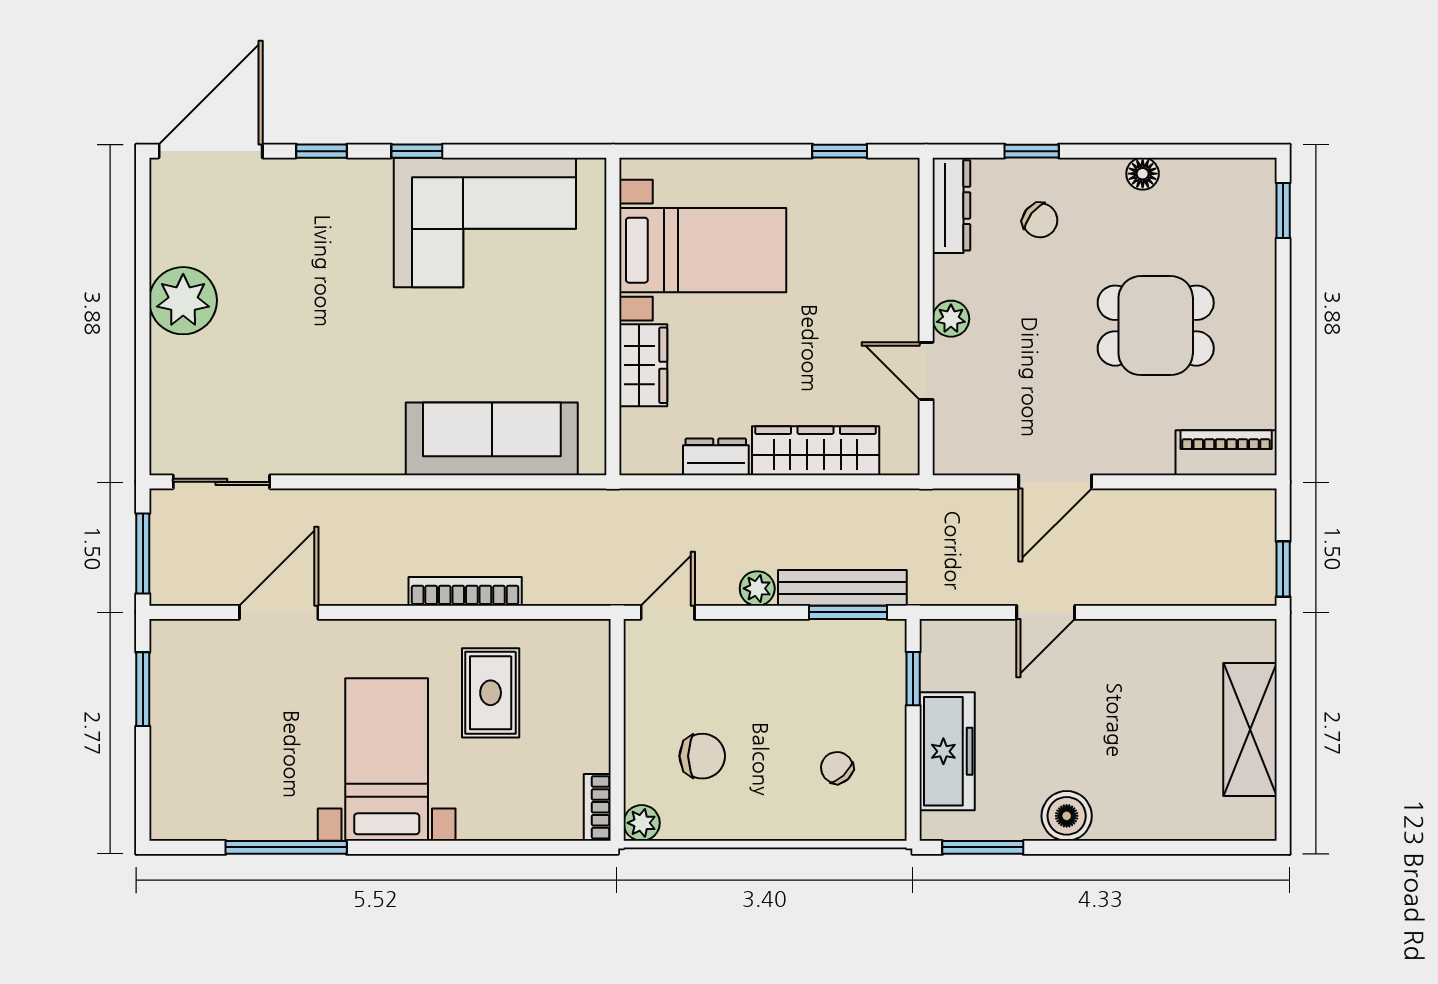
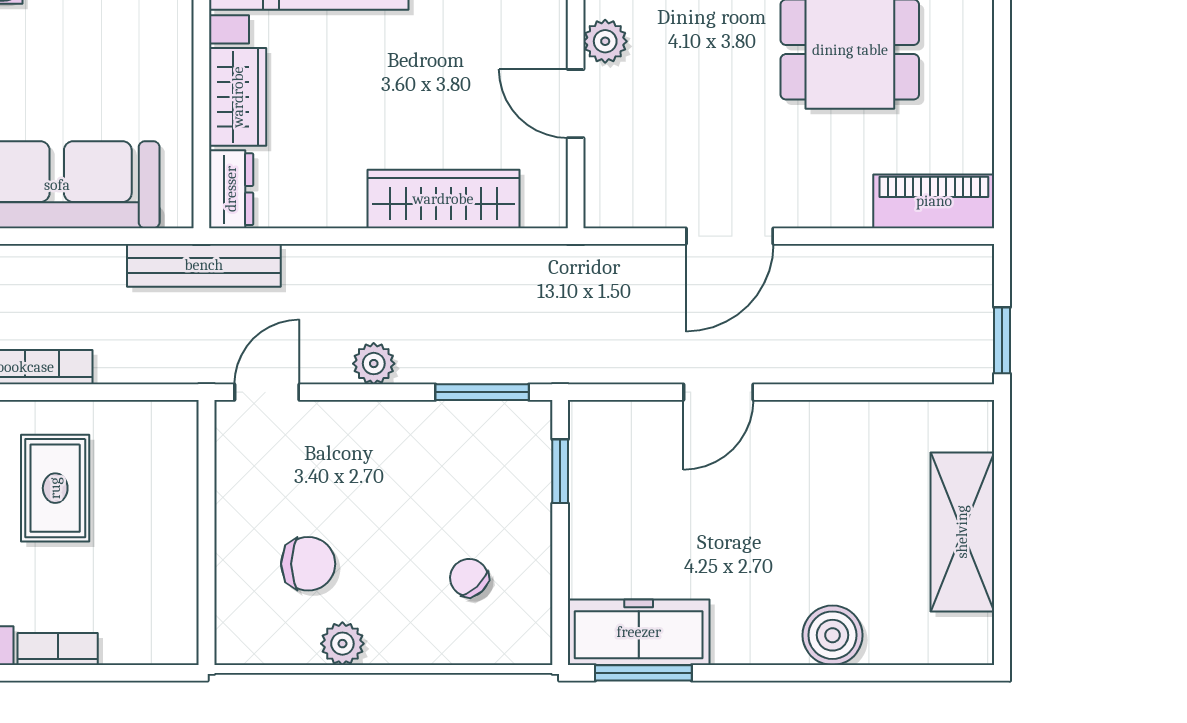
dresser: (716, 457) -> (231, 189), moved, turned 90
bench: (842, 588) -> (204, 265), moved
freezer: (947, 751) -> (639, 632), moved, turned -90
bookcase: (597, 807) -> (58, 649), moved, turned 90
boiler: (1067, 816) -> (832, 635), moved
plant: (642, 823) -> (342, 644), moved

